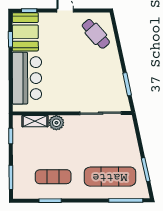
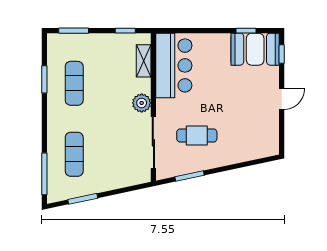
cafe table: (96, 34) -> (197, 136), moved, turned 41
bar counter: (27, 78) -> (174, 65), moved, turned -90
plant: (56, 123) -> (142, 103), moved
exercise mat: (110, 177) -> (74, 154), width x0.73, depth x0.69

